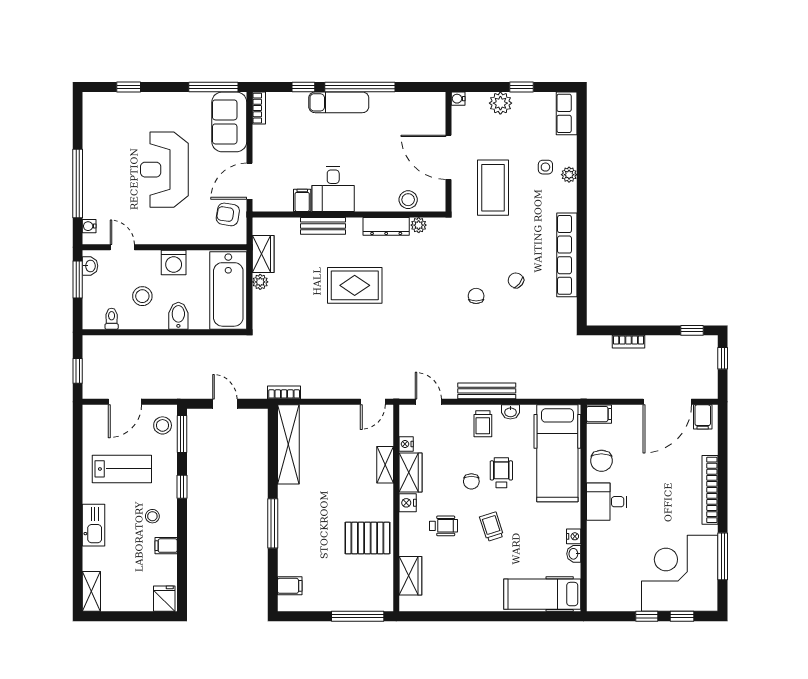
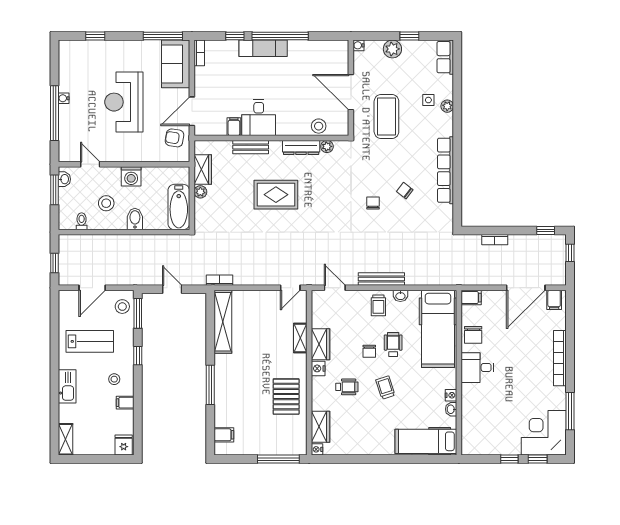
water cooler: (89, 226) -> (64, 98), moved
bathtub: (228, 291) -> (179, 207), width x0.73, depth x0.73
nightstand: (406, 444) -> (317, 449), moved
pallet: (367, 538) -> (286, 397), turned 90
corner desk: (680, 573) -> (544, 433), width x0.74, depth x0.74

